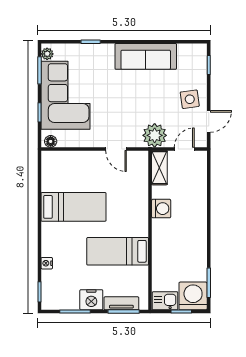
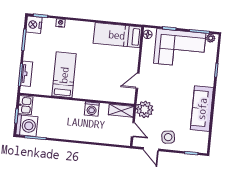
bed: (74, 207) -> (117, 35), moved, turned 90
nightstand: (91, 300) -> (34, 25), moved

